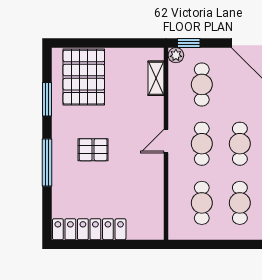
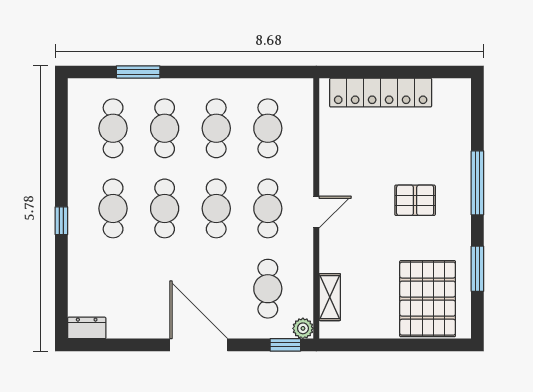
locker: (89, 229) -> (381, 93), moved

